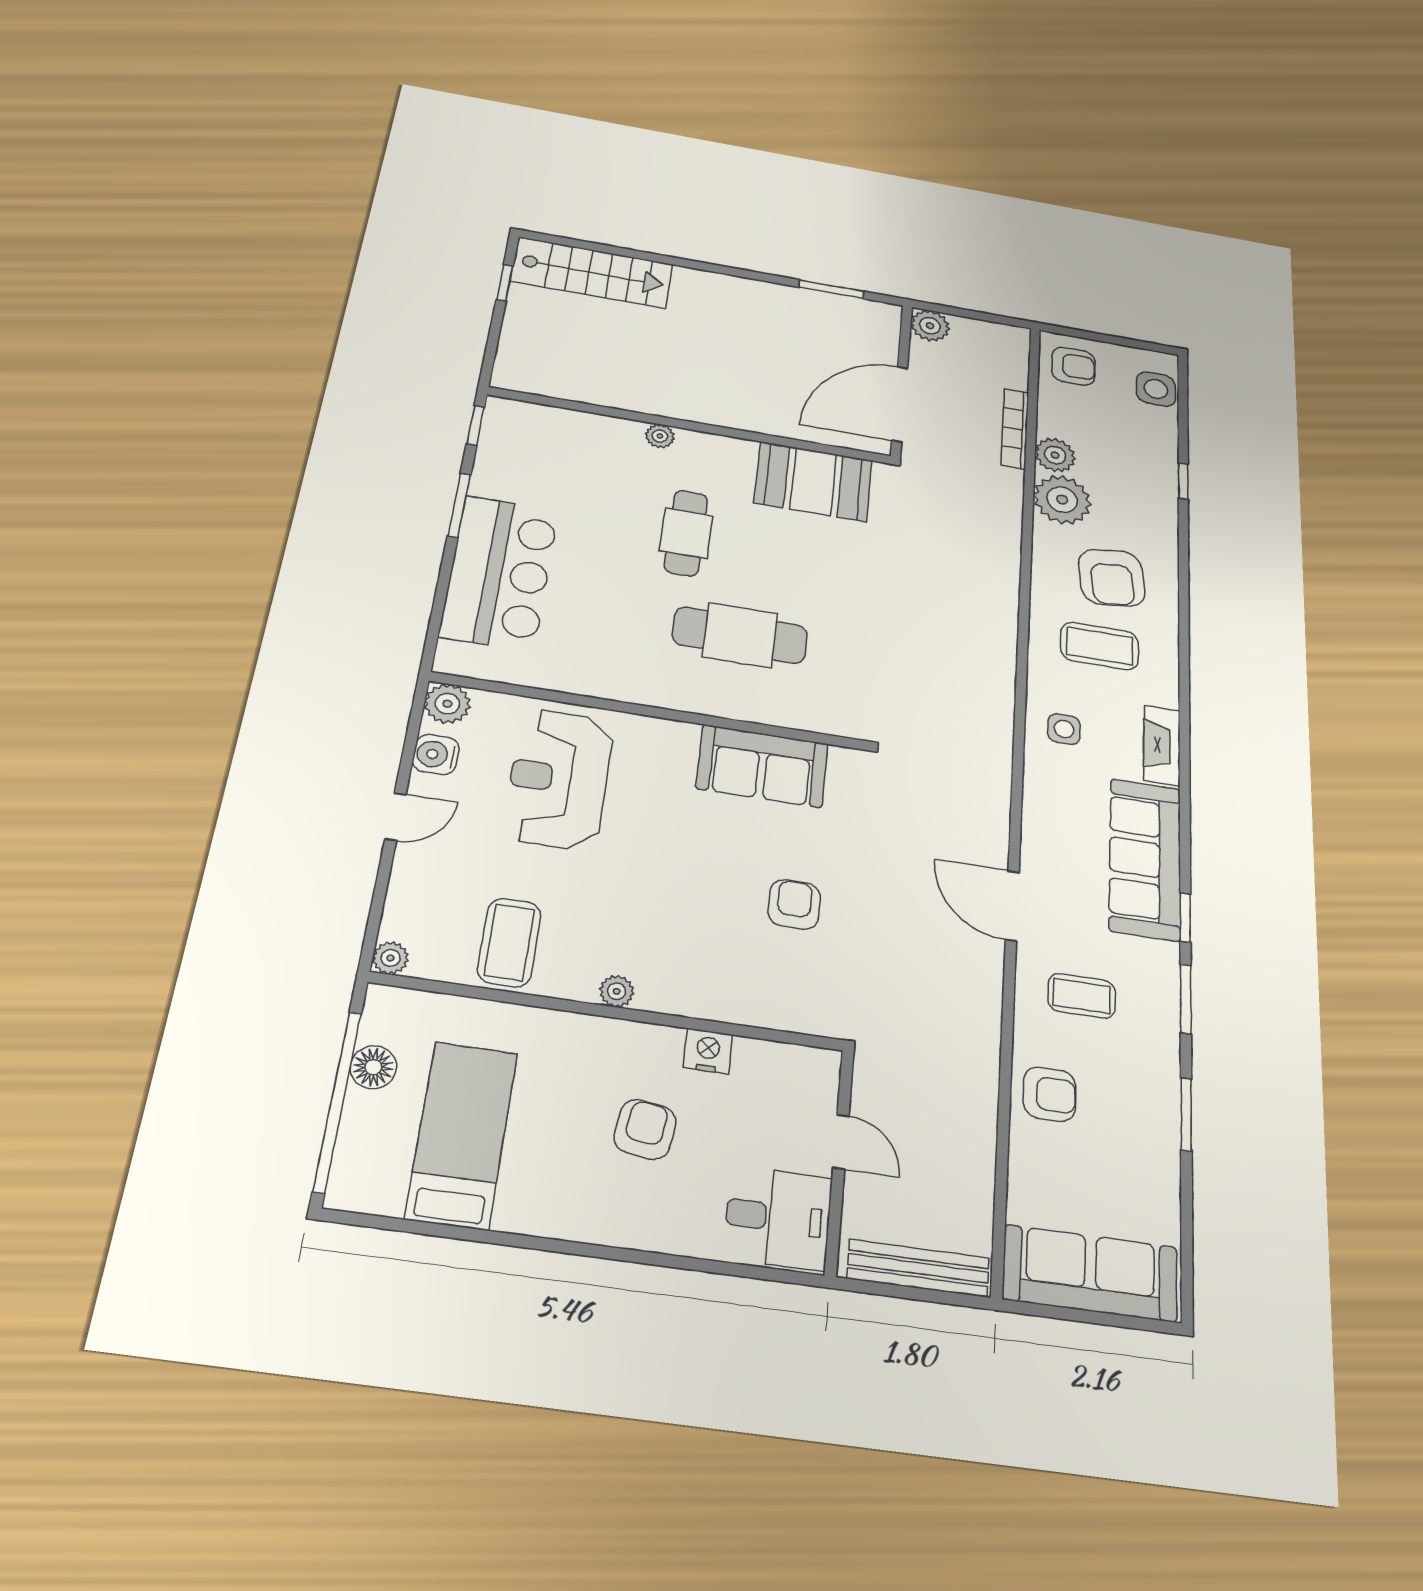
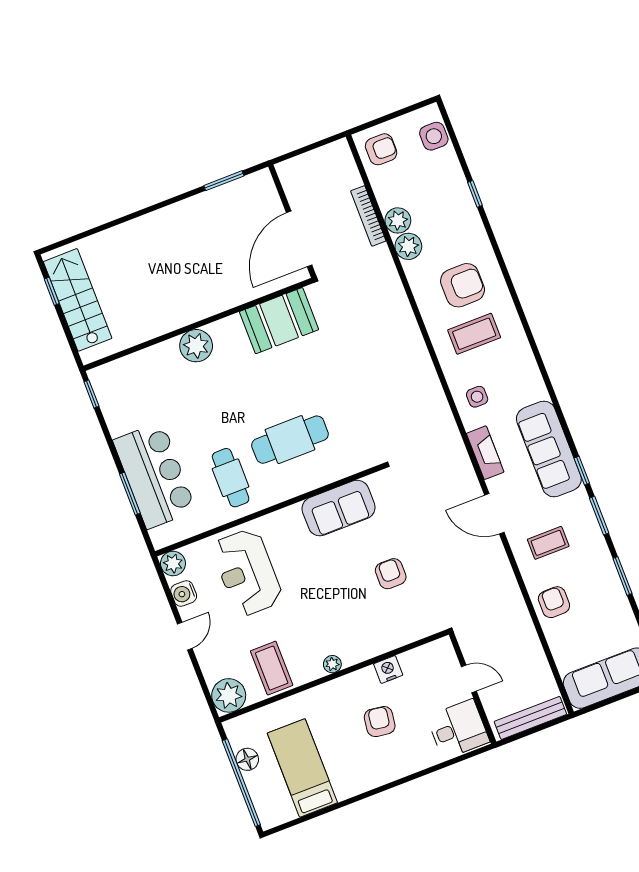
stairs: (592, 273) -> (78, 300), moved, turned -90
plant: (930, 326) -> (290, 172), removed
plant: (660, 436) -> (196, 346), width x1.87, depth x1.87
plant: (1062, 500) -> (408, 246), width x0.73, depth x0.73
window: (459, 505) -> (130, 494), moved
cafe table: (686, 533) -> (231, 478), moved
armchair: (1112, 578) -> (463, 285), turned -83
fireplace: (1162, 745) -> (485, 453), moved, turned 180
plant: (390, 958) -> (229, 695), width x1.87, depth x1.87
armchair: (1050, 1094) -> (554, 602), turned -90

